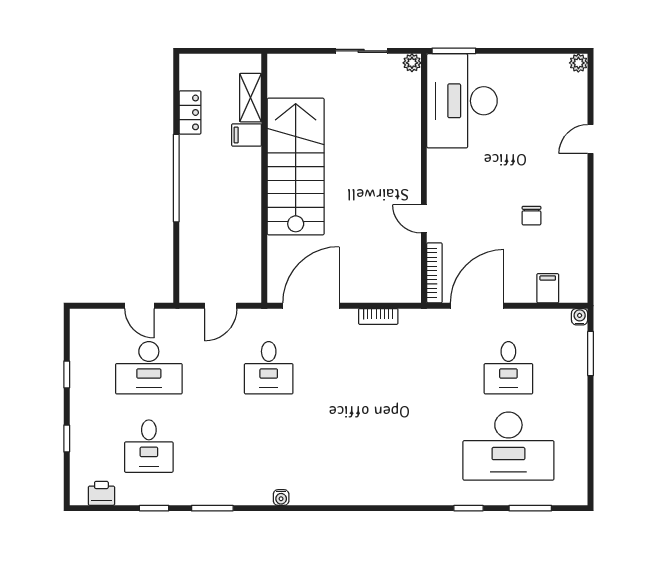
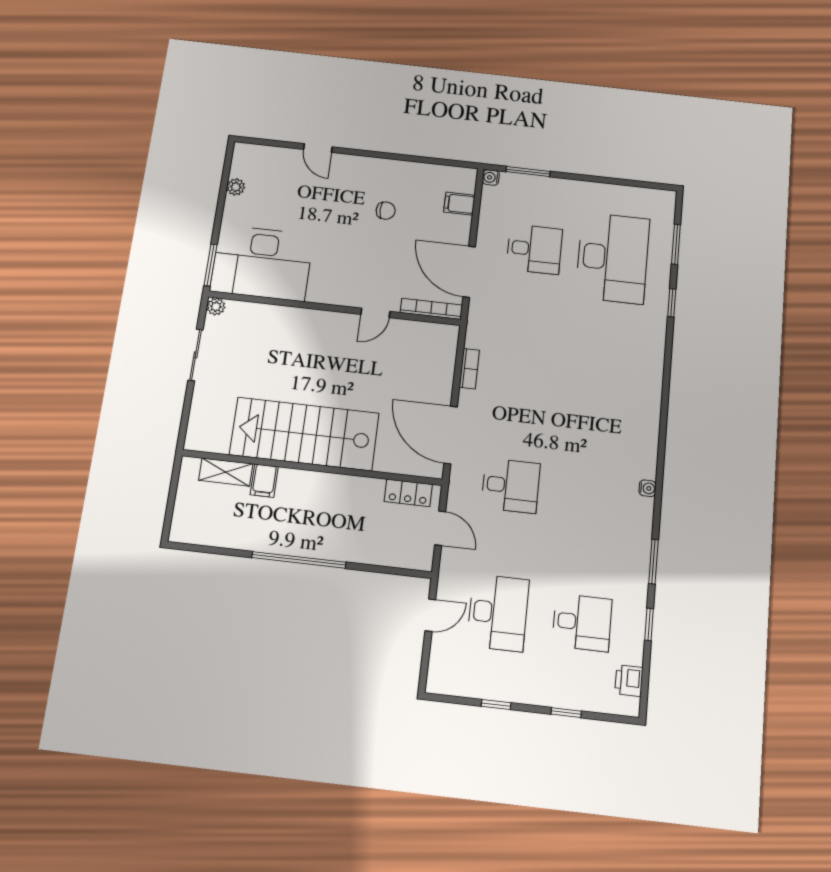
plant: (578, 63) -> (236, 187), moved
locker: (190, 112) -> (408, 493), moved, turned 180

